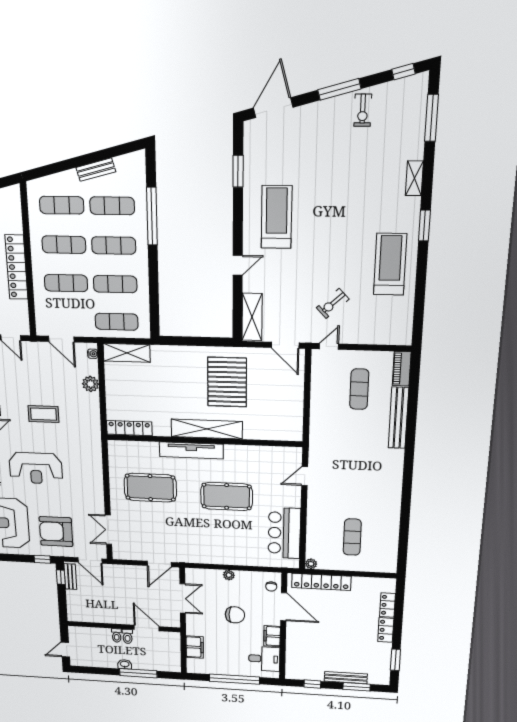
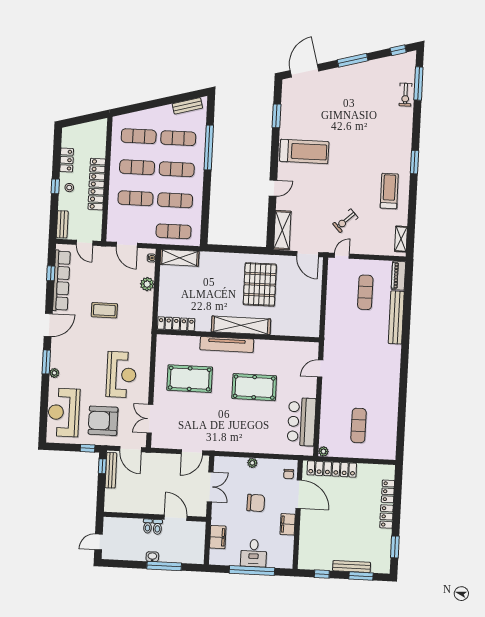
exercise bike: (363, 110) -> (405, 95), moved
bench: (96, 170) -> (187, 106), moved
shelving: (414, 178) -> (401, 239), moved
treadmill: (277, 217) -> (304, 151), turned 90
treadmill: (390, 264) -> (389, 191), width x0.73, depth x0.73
reception desk: (36, 468) -> (121, 375), moved, turned -90
bench: (70, 577) -> (111, 470), width x1.36
desk: (264, 659) -> (254, 553), moved, turned 90

